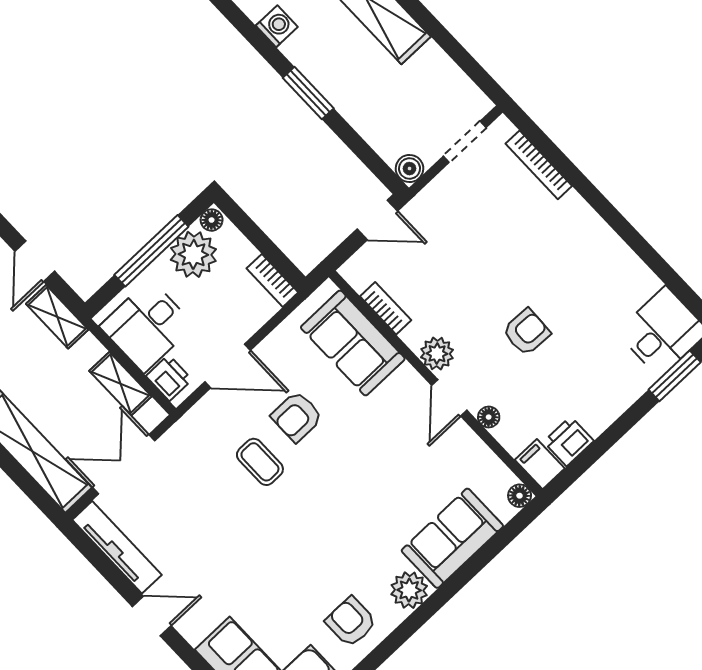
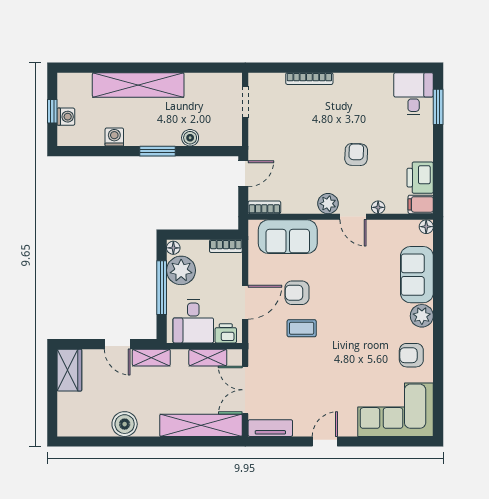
bookcase: (539, 165) -> (309, 79), moved
boiler: (410, 169) -> (190, 138), moved
bookcase: (386, 308) -> (264, 207), moved
armchair: (297, 417) -> (297, 293), turned 90
printer: (569, 441) -> (420, 178), width x1.36, depth x1.24
tv unit: (117, 547) -> (270, 428), width x0.71

